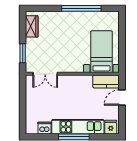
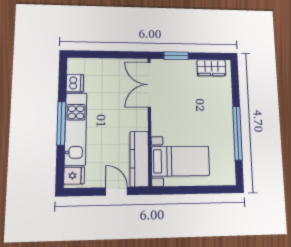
double door: (45, 74) -> (149, 85), width x1.37
kitchen counter: (106, 81) -> (139, 159), width x1.50

